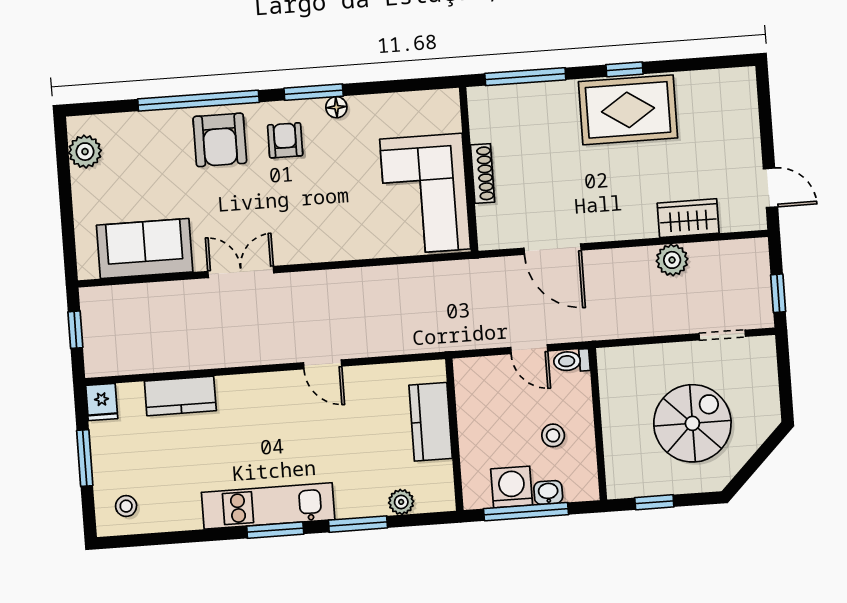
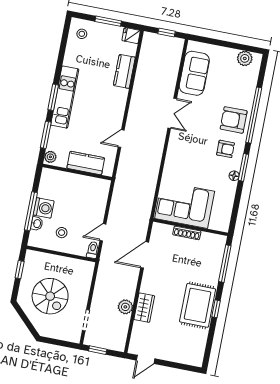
wardrobe: (688, 218) -> (144, 308), moved
kitchen counter: (431, 422) -> (86, 163), moved
wall: (454, 435) -> (77, 172), moved

